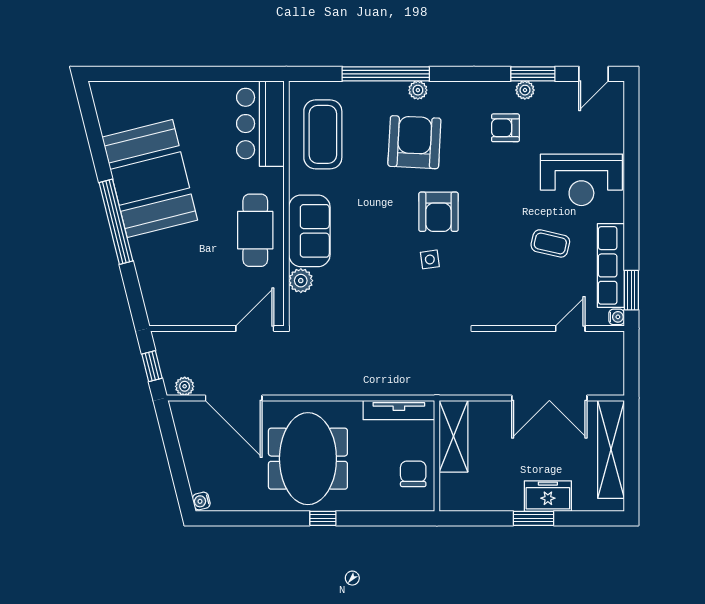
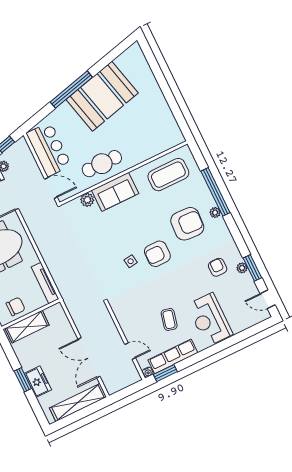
bar counter: (260, 124) -> (49, 149), moved, turned 90
shelving: (454, 436) -> (27, 327), moved

